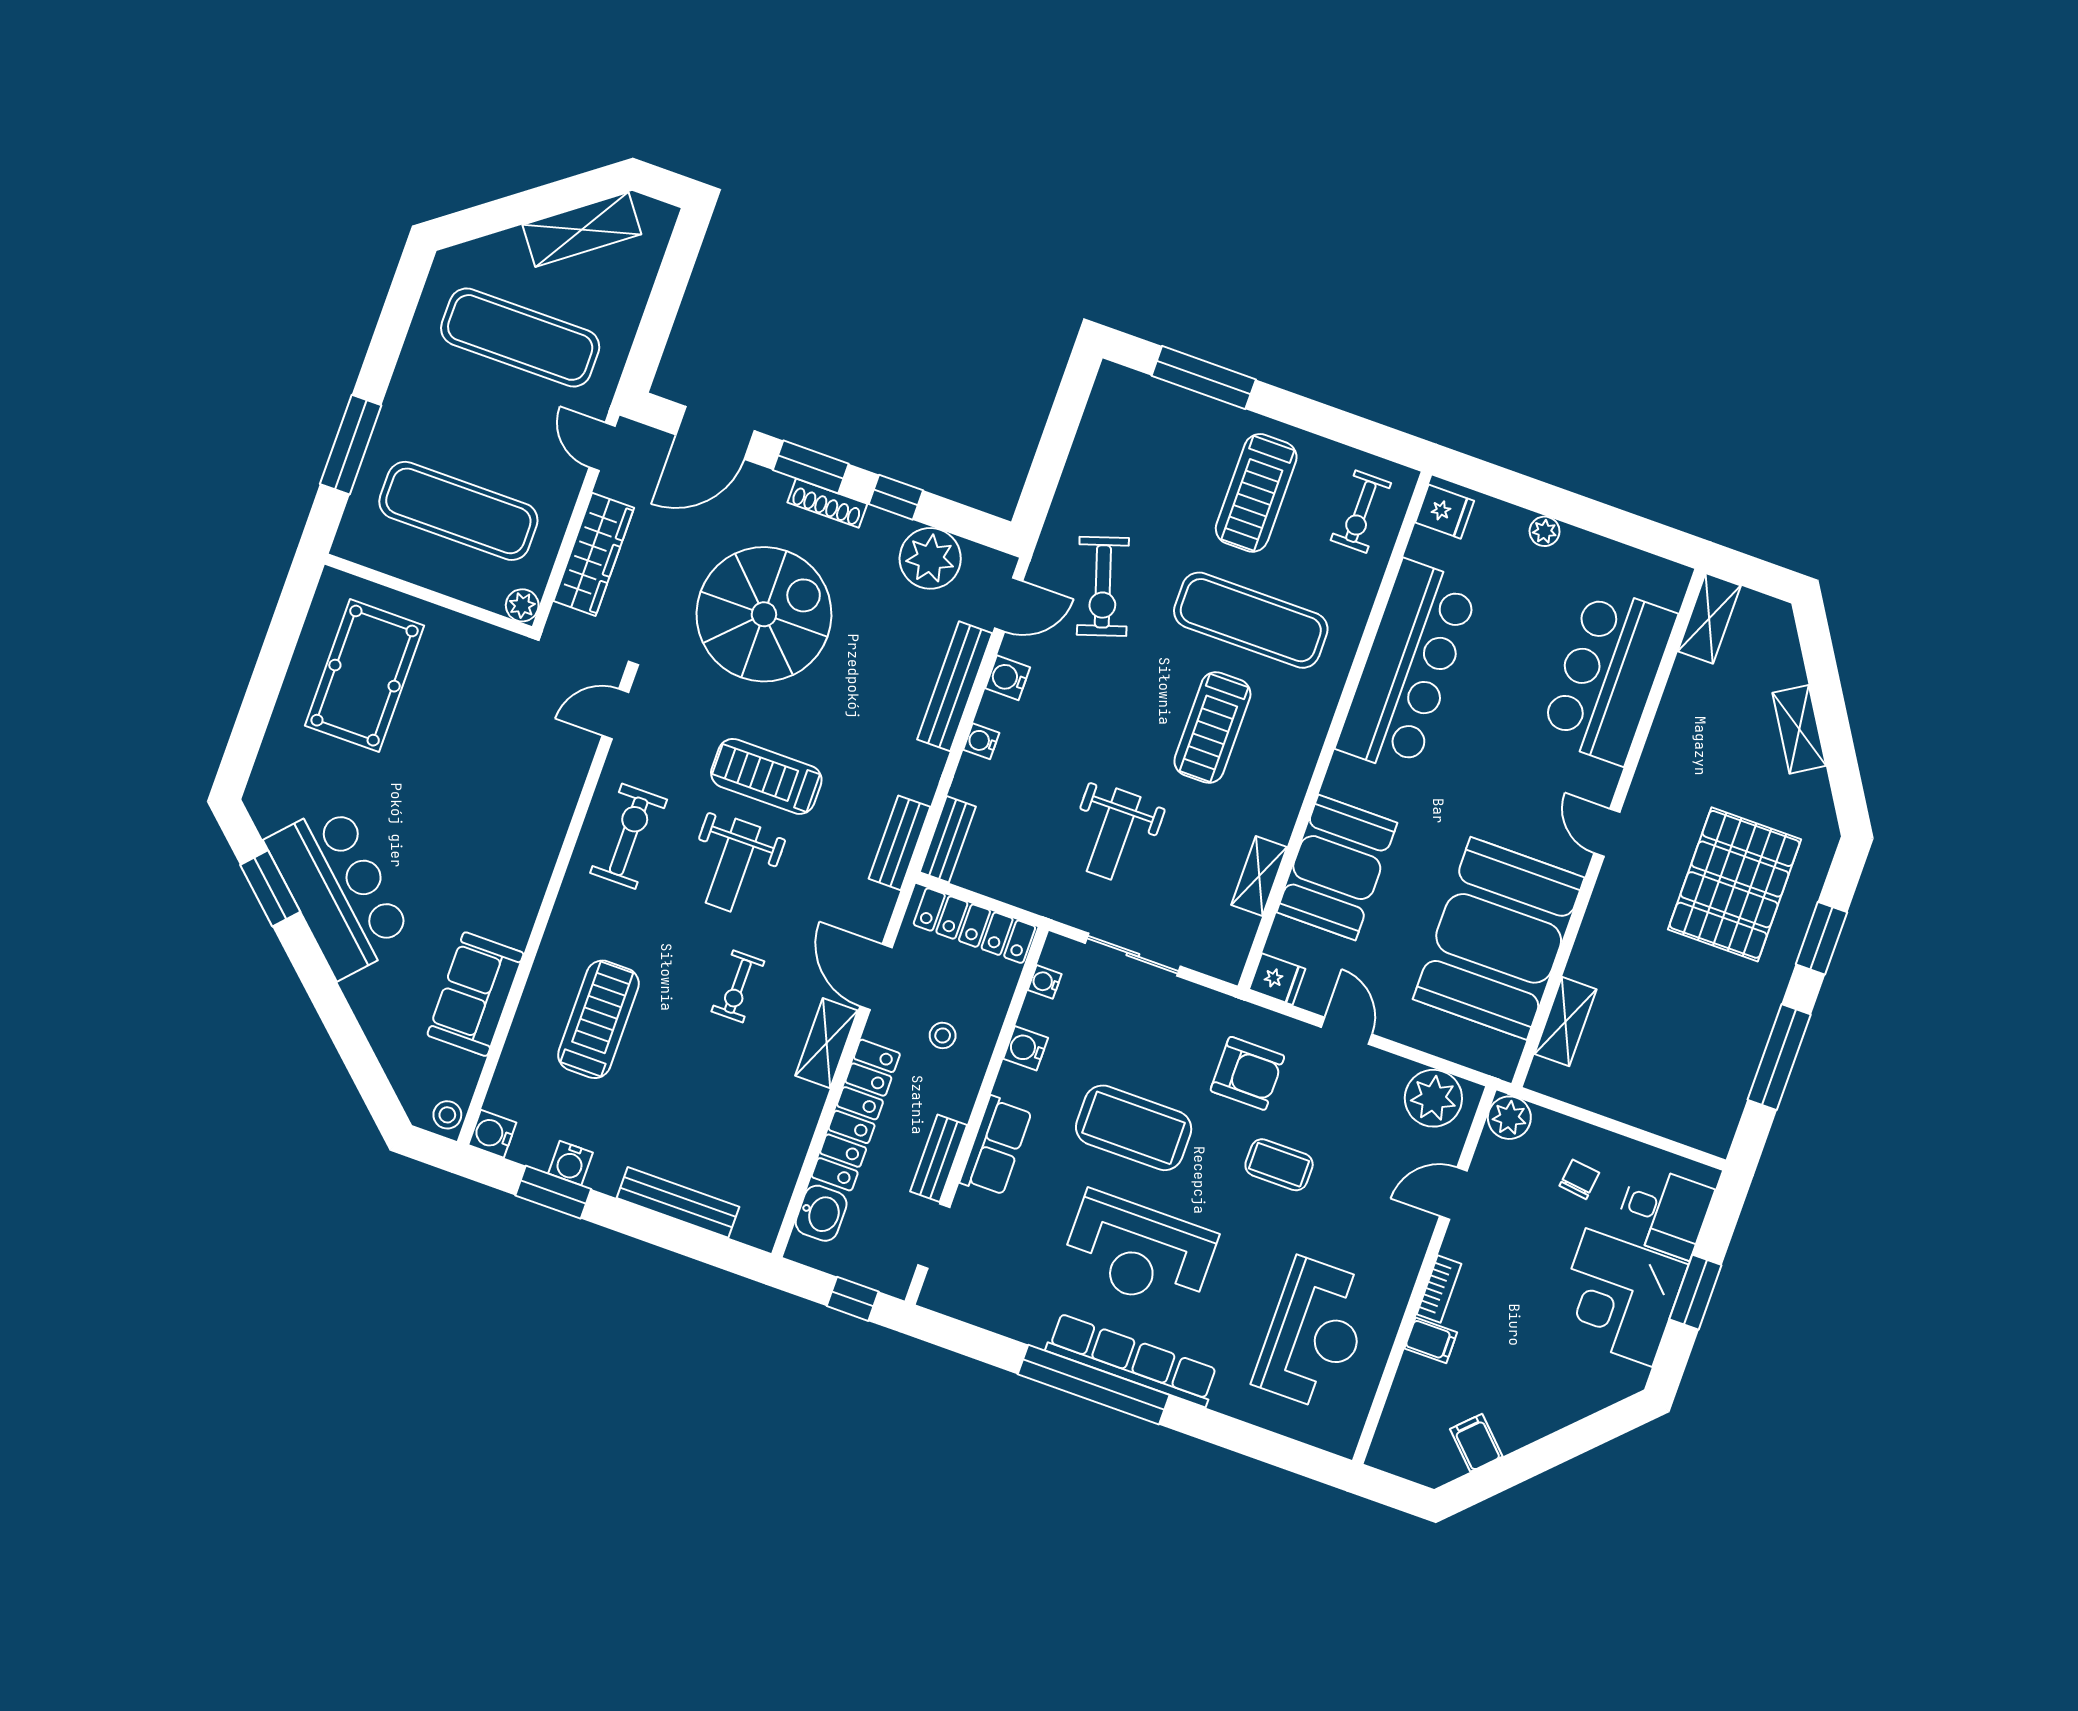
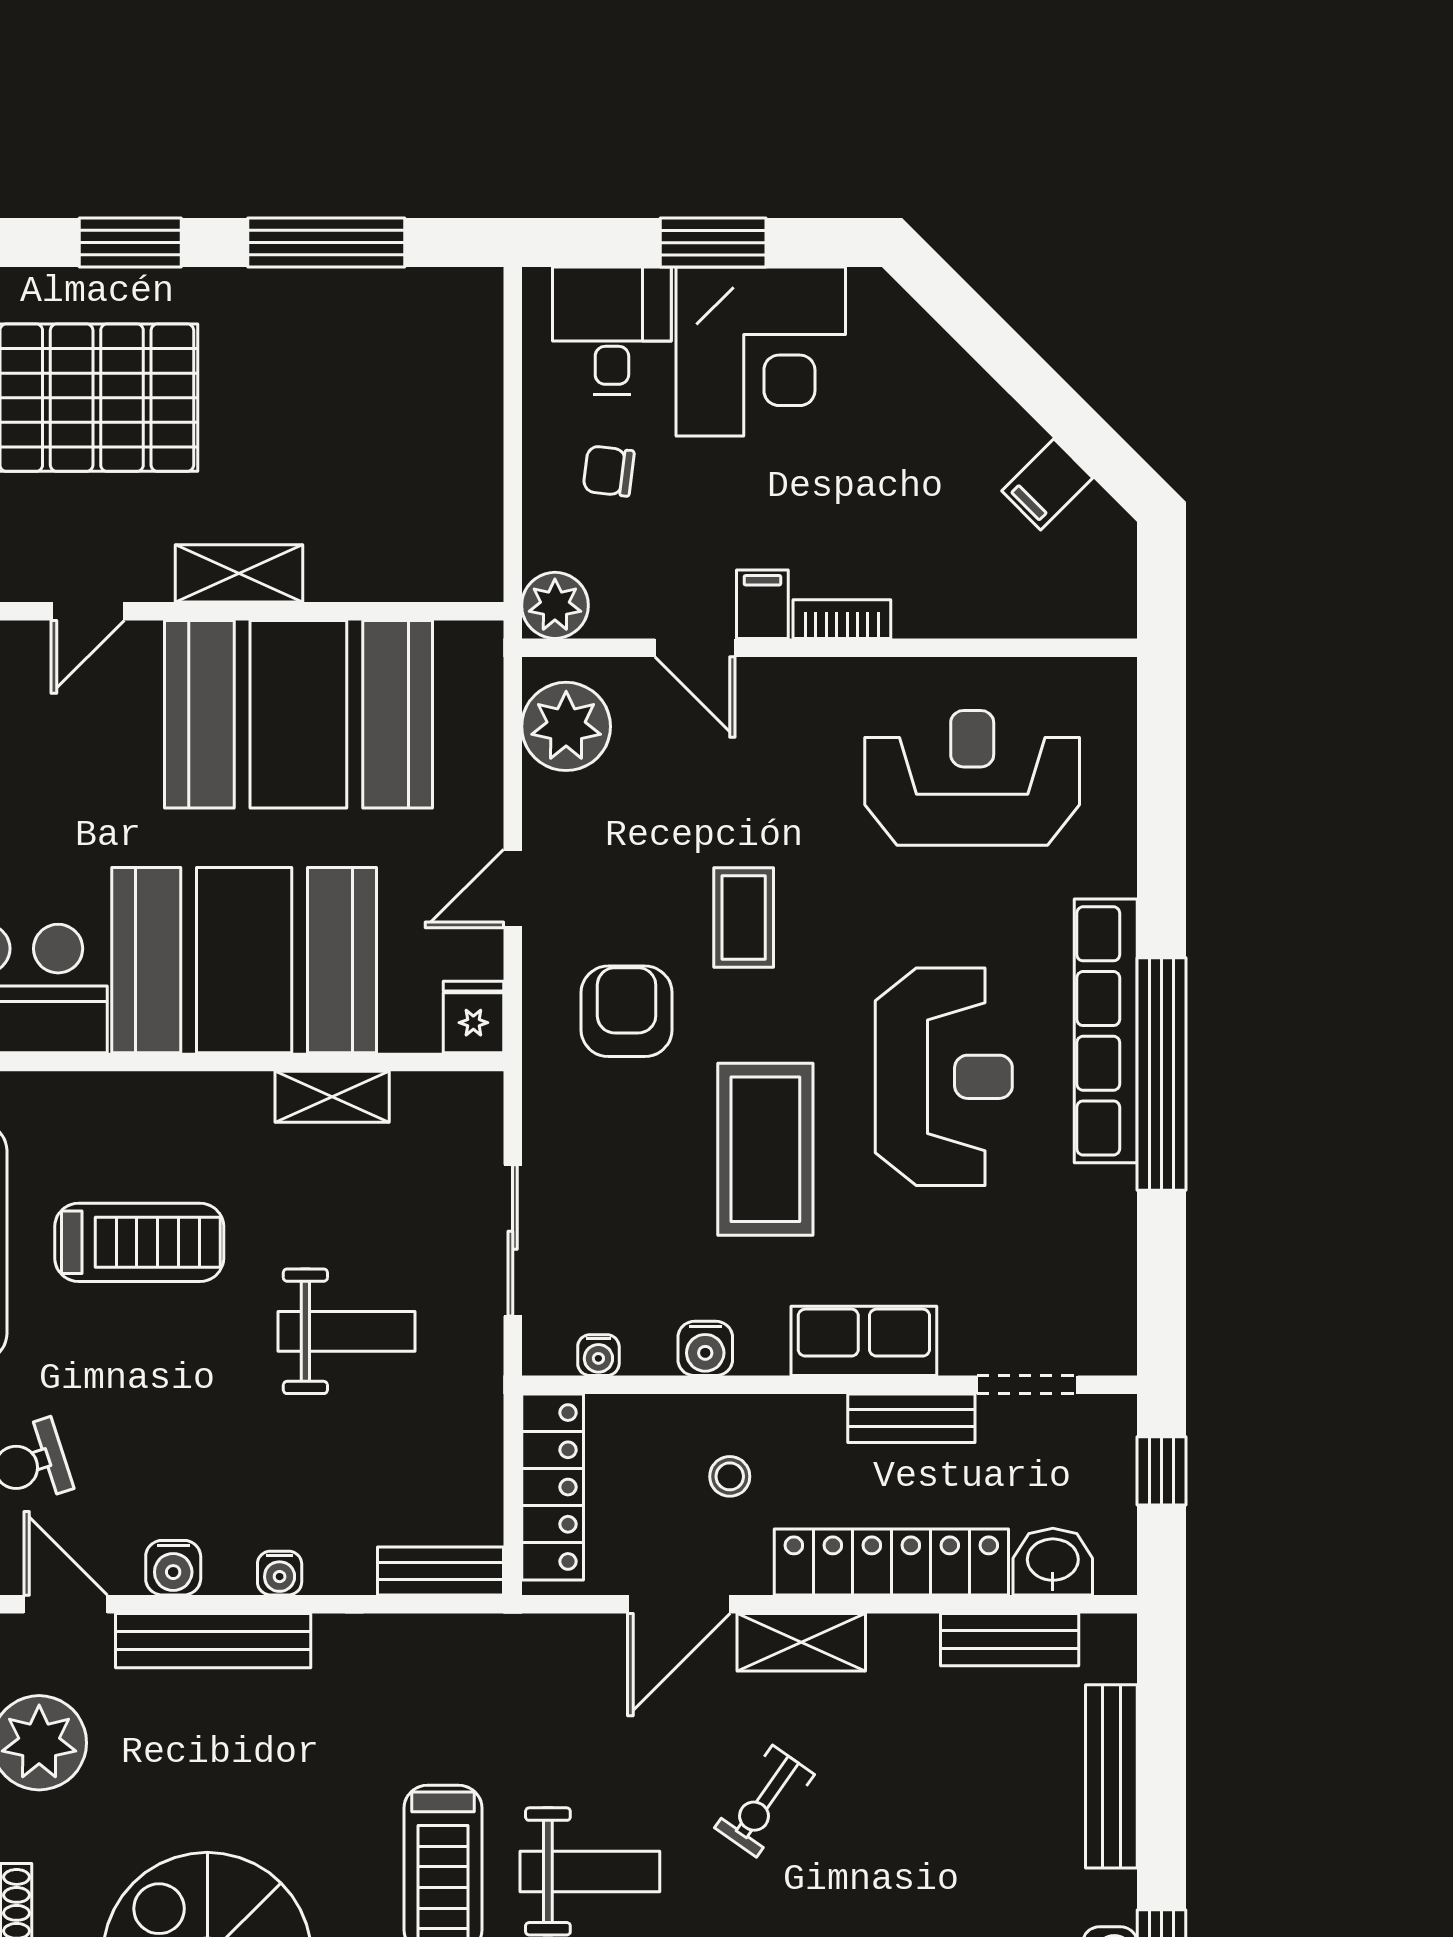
bench: (900, 843) -> (1010, 1640), moved
booth: (1337, 868) -> (244, 960), width x1.36, depth x1.42
exercise bike: (738, 986) -> (764, 1801), turned 125
shelving: (1565, 1022) -> (239, 573), moved
filing cabinet: (1431, 1340) -> (762, 604), moved

